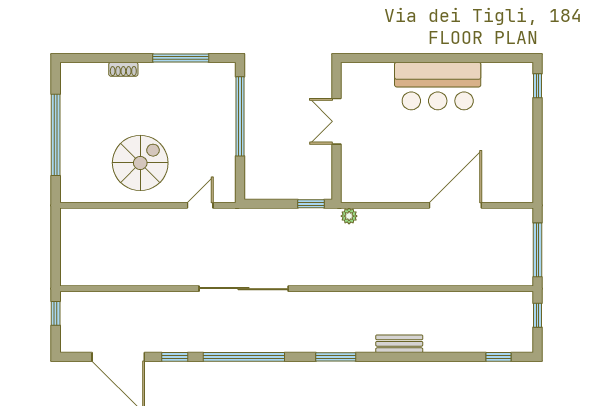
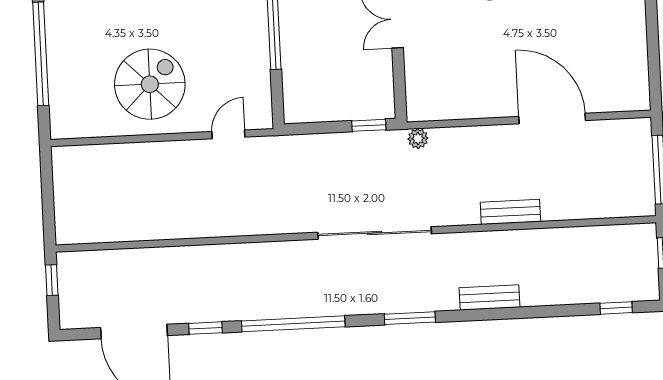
door: (455, 205) -> (552, 118), hinge flipped
bench: (419, 277) -> (510, 212), added
sliding door: (244, 289) -> (375, 233), moved

